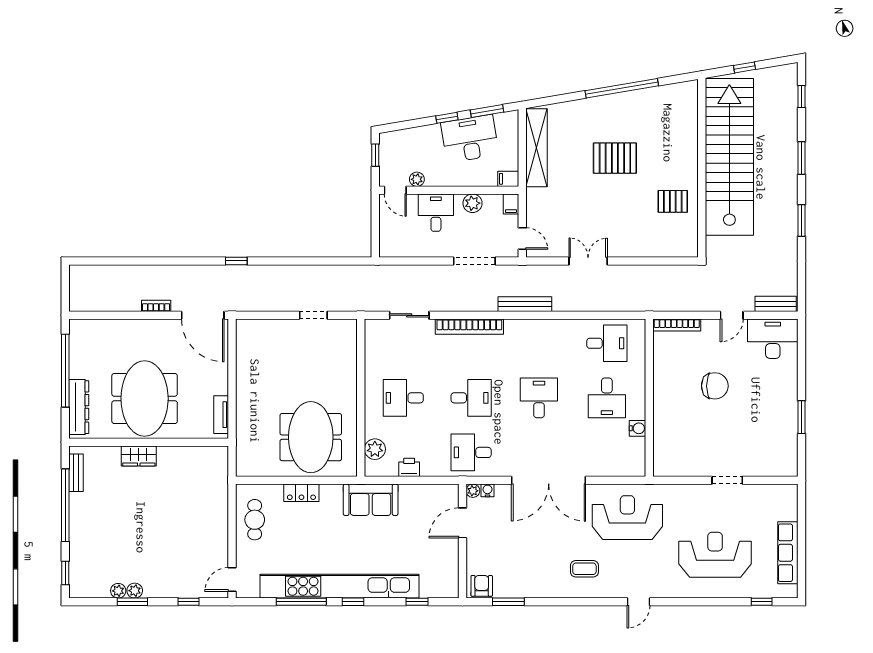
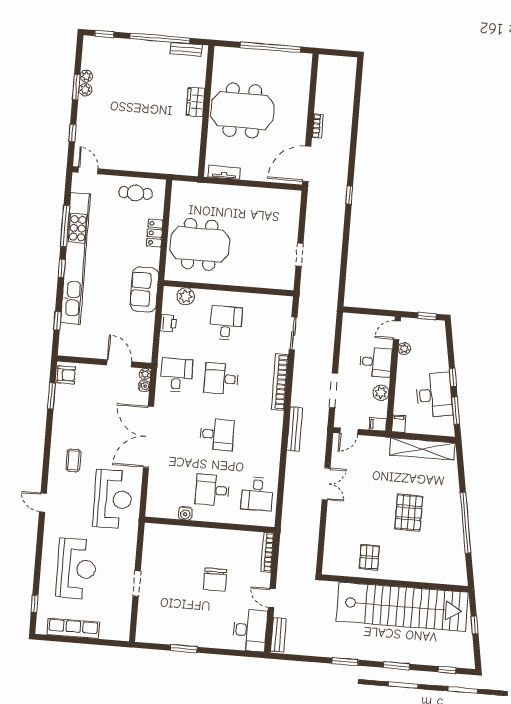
desk: (471, 398) -> (221, 379), turned 90
dresser: (79, 407) -> (240, 56), removed

